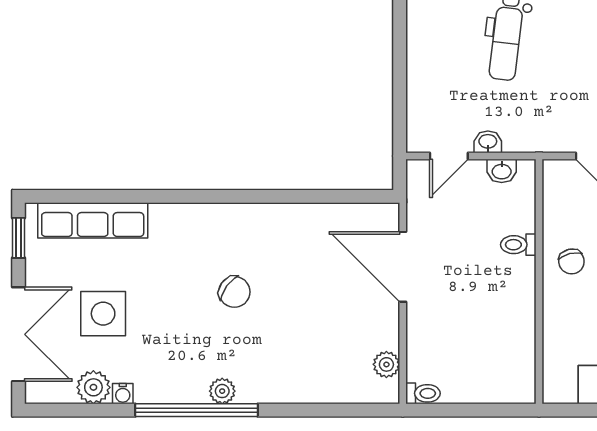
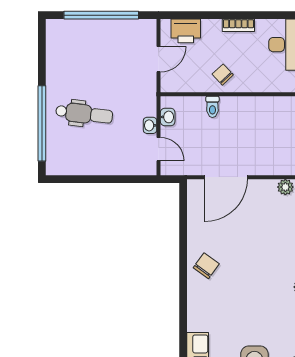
chair: (571, 261) -> (223, 75), turned -119
chair: (234, 292) -> (206, 266), moved

